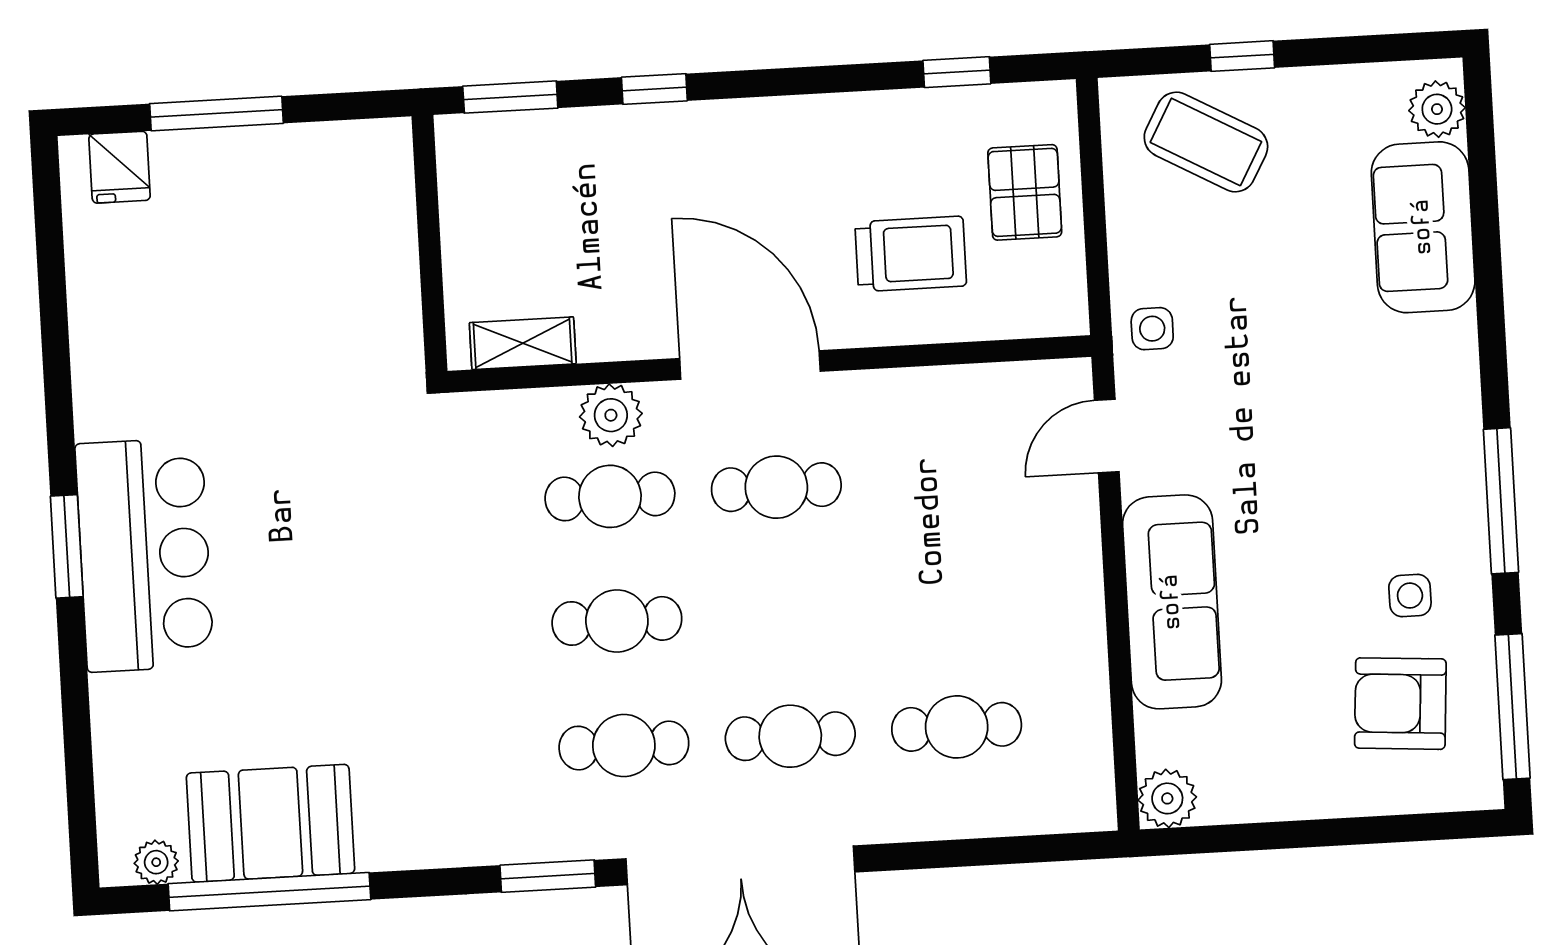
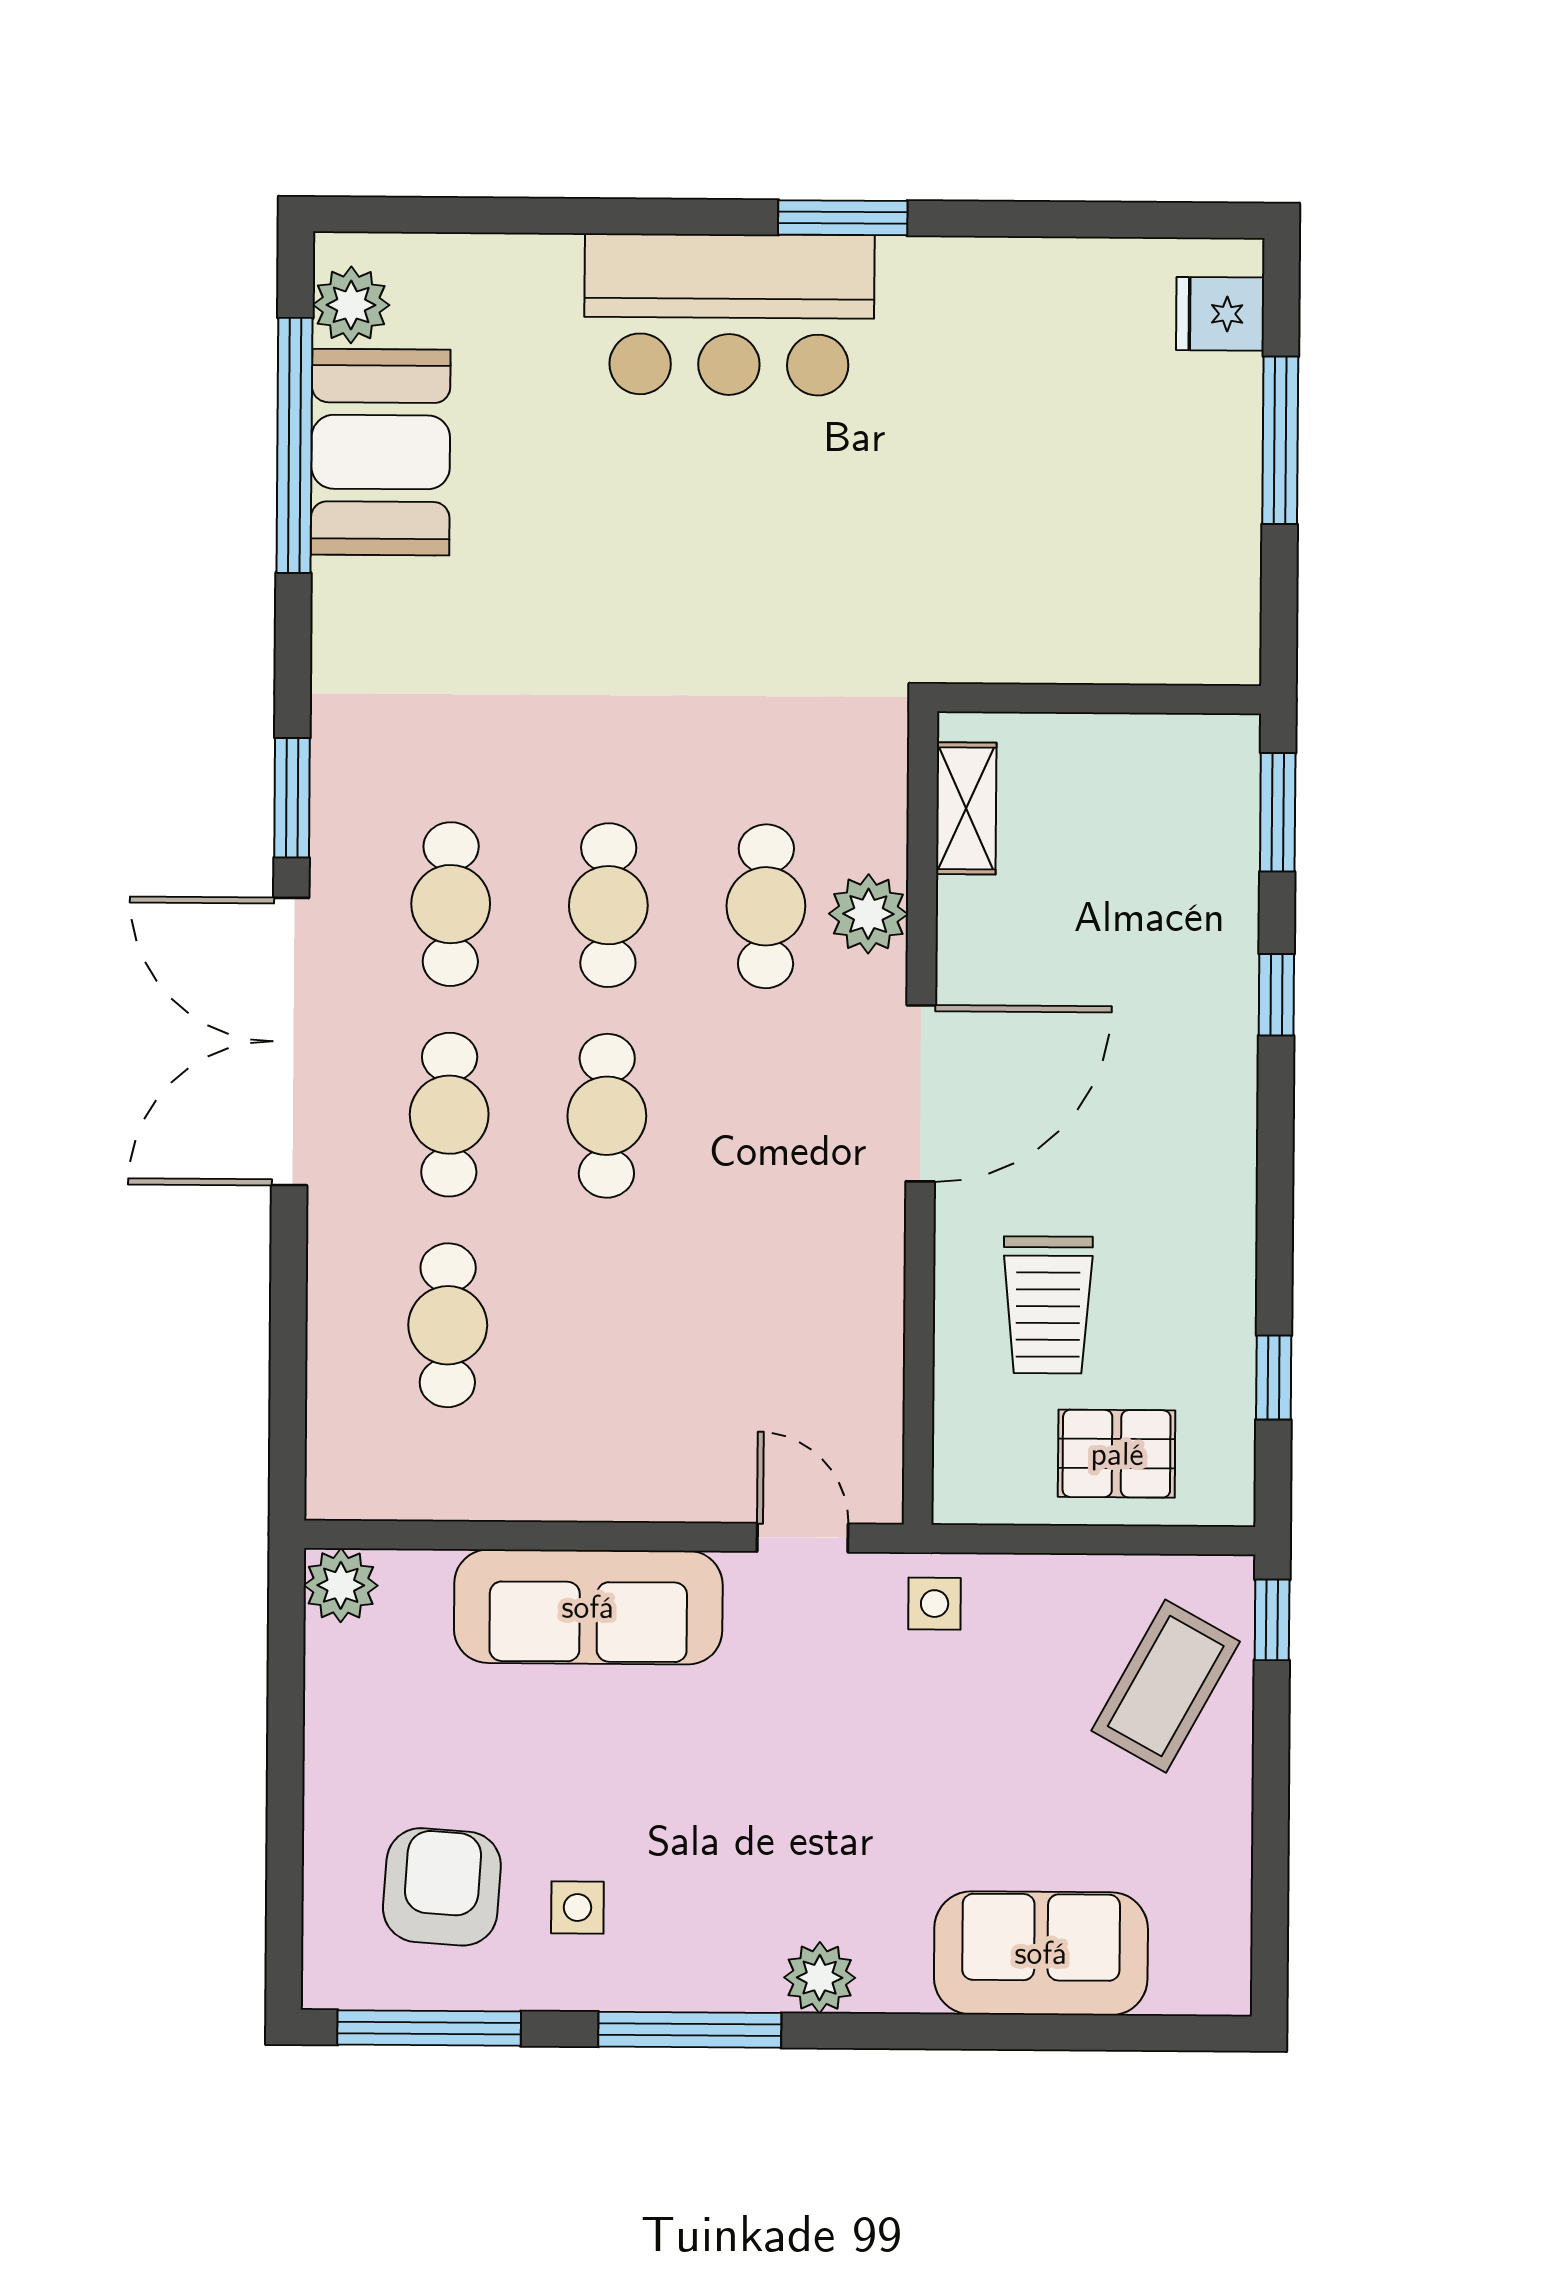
window: (1242, 56) -> (1272, 1620), moved
plant: (1437, 109) -> (820, 1978), moved
cafe table: (776, 487) -> (607, 1116), moved
window: (67, 546) -> (843, 218), moved
plant: (156, 862) -> (351, 305), width x1.38, depth x1.38

